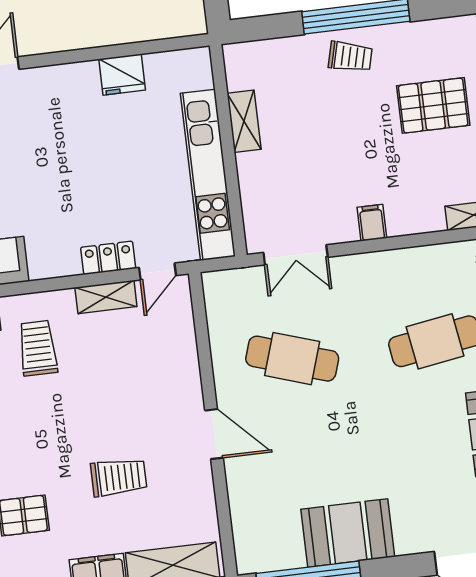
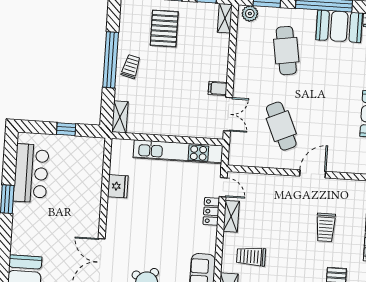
shelving: (244, 121) -> (120, 117), moved, turned 90
filing cabinet: (372, 223) -> (218, 88), moved
cafe table: (292, 359) -> (281, 126), turned -42
trolley: (119, 477) -> (326, 227), turned 180

